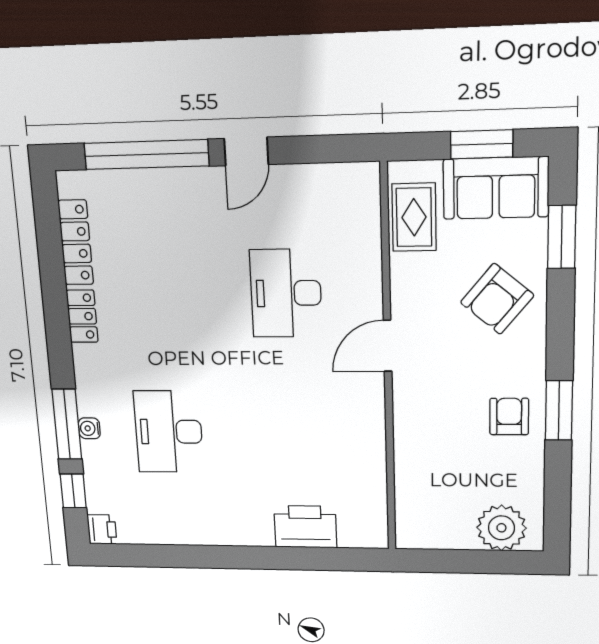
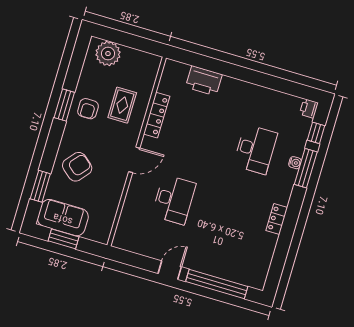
rug: (414, 217) -> (122, 105), moved
locker: (76, 243) -> (157, 115), moved, turned 180

